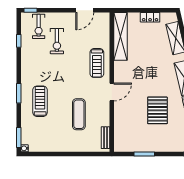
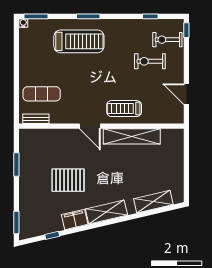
locker: (150, 17) -> (178, 171), removed
shelving: (121, 36) -> (132, 136), moved
treadmill: (40, 101) -> (79, 41), width x1.37, depth x1.38
exercise mat: (79, 114) -> (42, 94), moved

